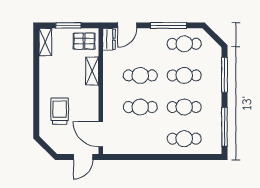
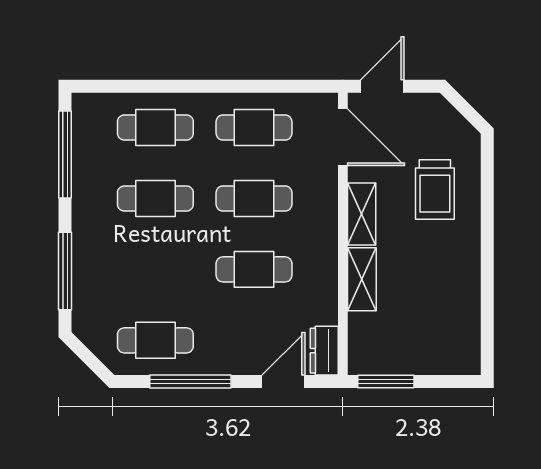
window: (68, 25) -> (386, 382), moved
pallet: (84, 41) -> (380, 346), removed
shelving: (45, 42) -> (362, 214), moved
cafe table: (184, 75) -> (254, 127), moved

